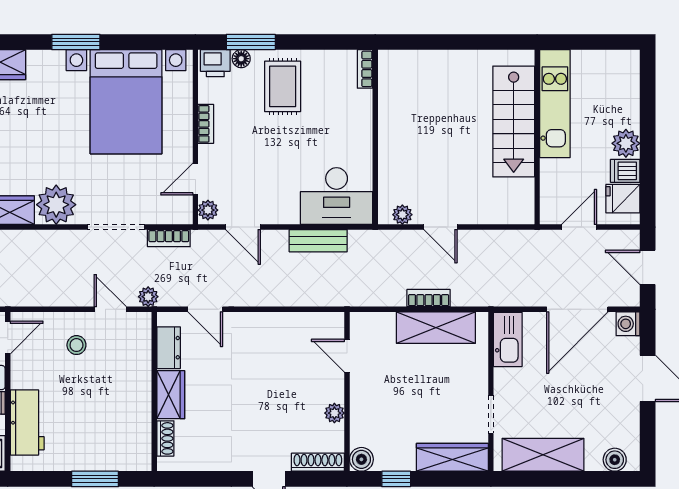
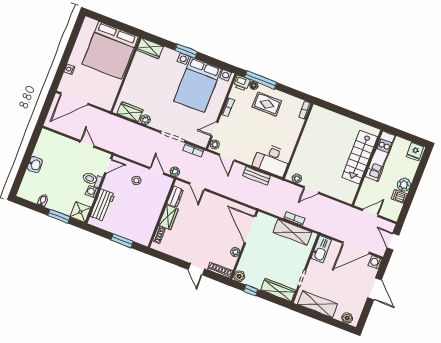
window: (251, 42) -> (261, 80), width x1.44
rug: (283, 86) -> (267, 104), turned 90
fridge: (623, 199) -> (415, 152), moved, turned -90
plant: (56, 205) -> (145, 120), width x0.53, depth x0.53
door: (440, 227) -> (311, 190), hinge flipped
door: (347, 356) -> (250, 230), width x1.87

